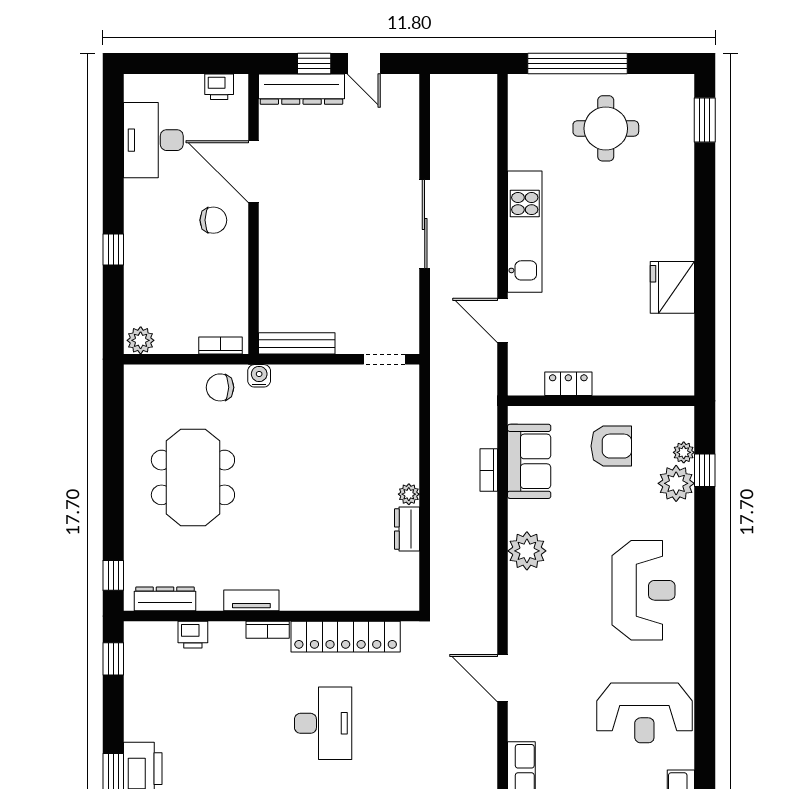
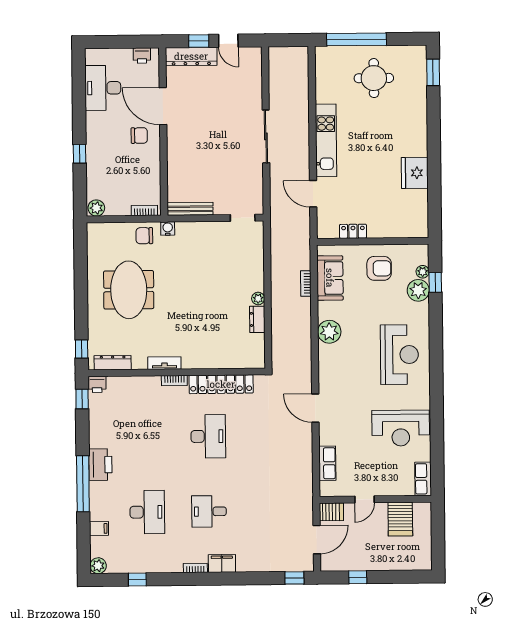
printer: (193, 635) -> (97, 384), moved

